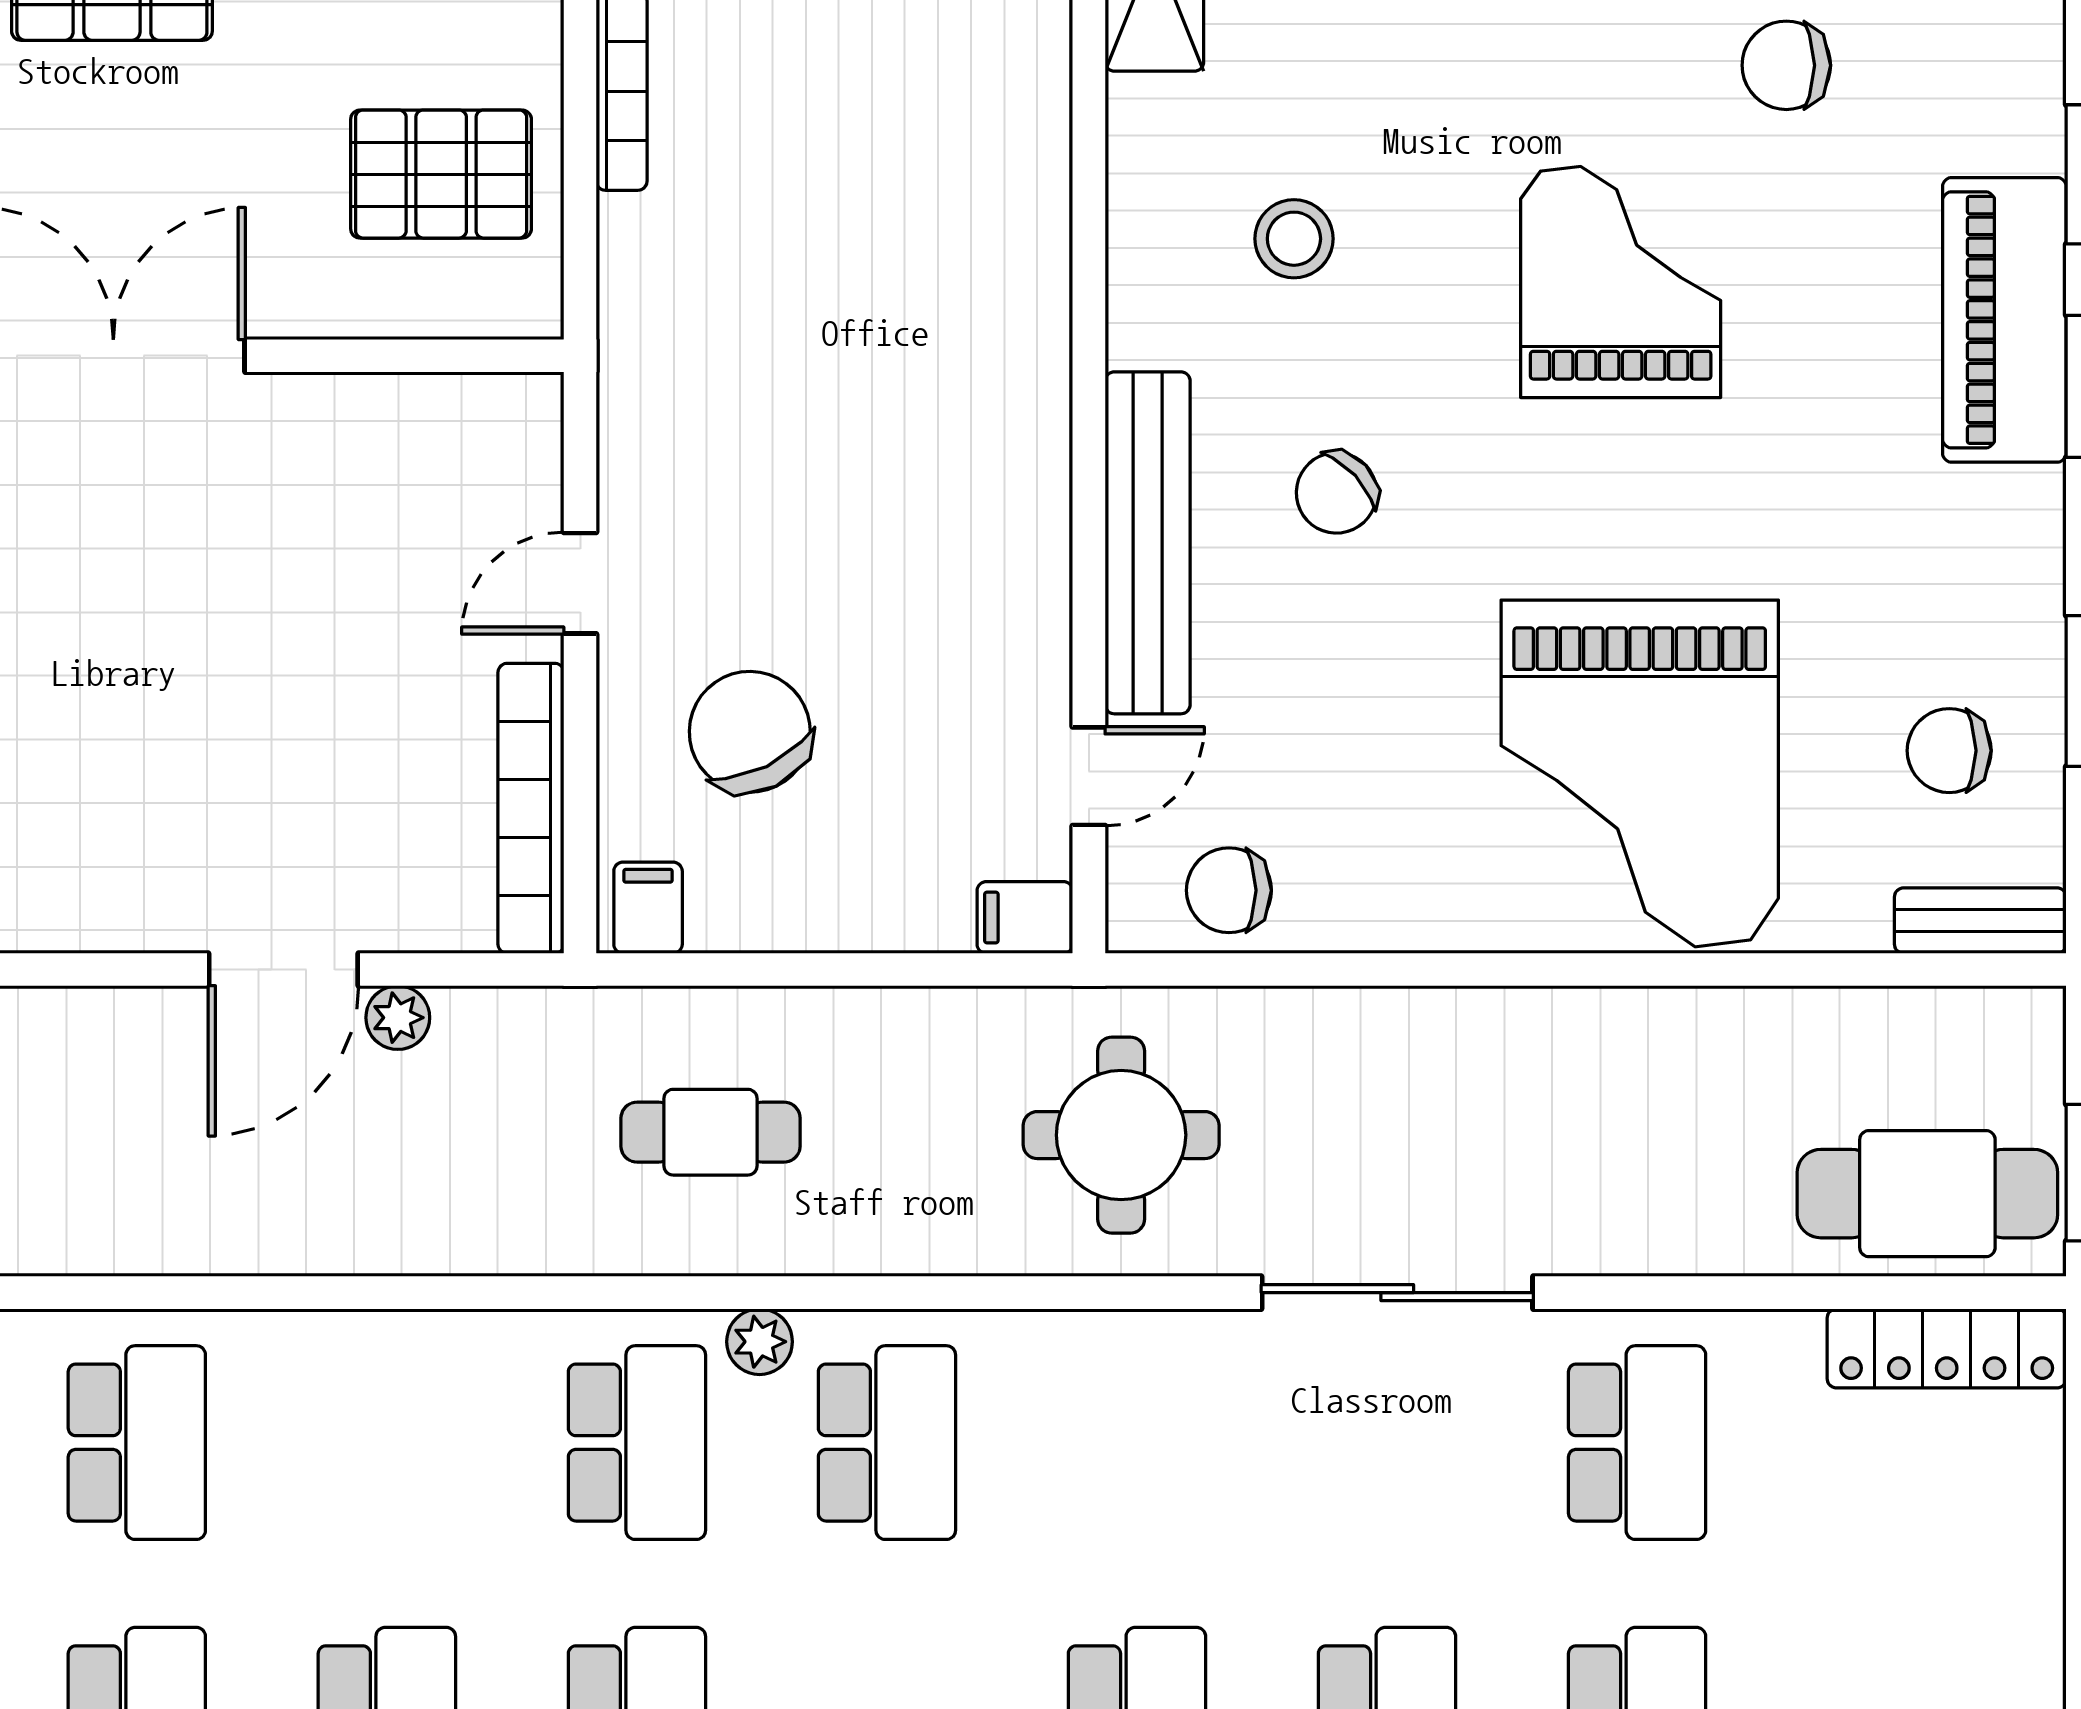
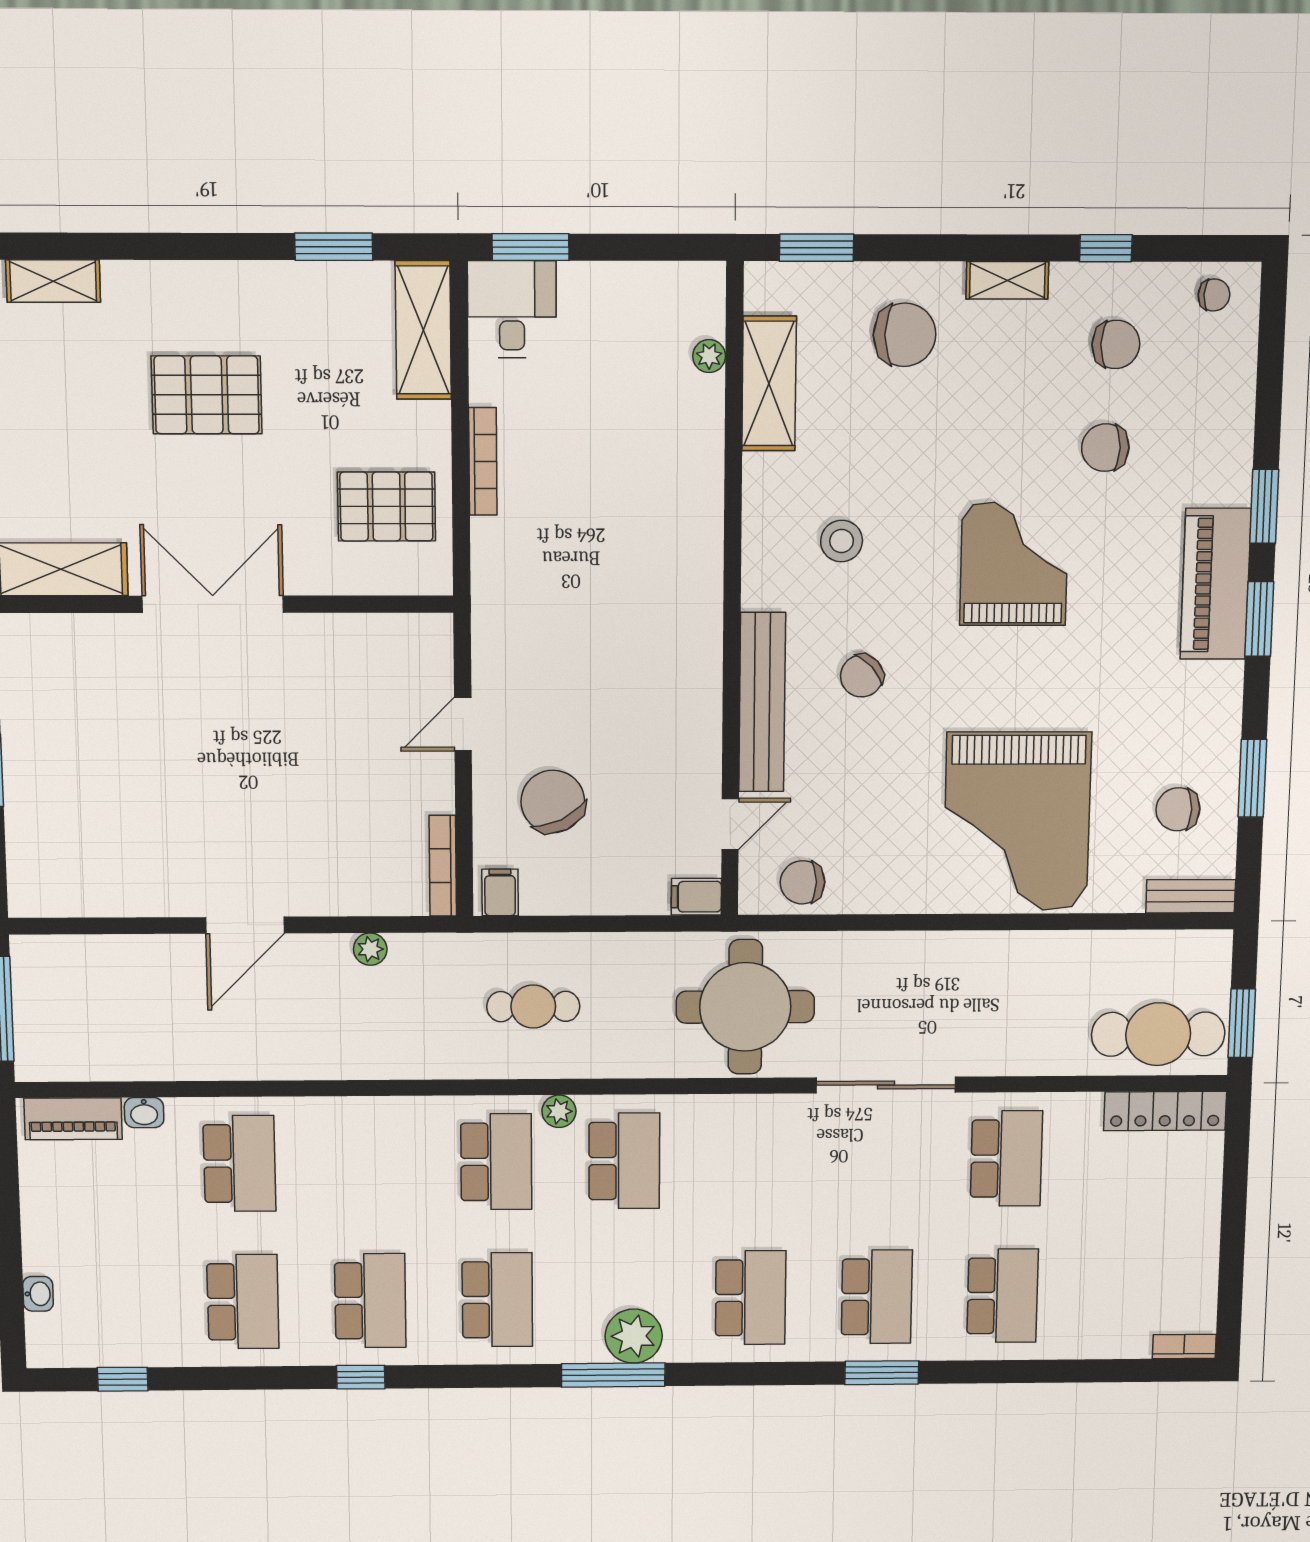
bookcase: (531, 808) -> (443, 866), width x0.68, depth x0.76
door: (283, 970) -> (245, 925), moved
round table: (1121, 1135) -> (745, 1007), width x1.36, depth x1.36

